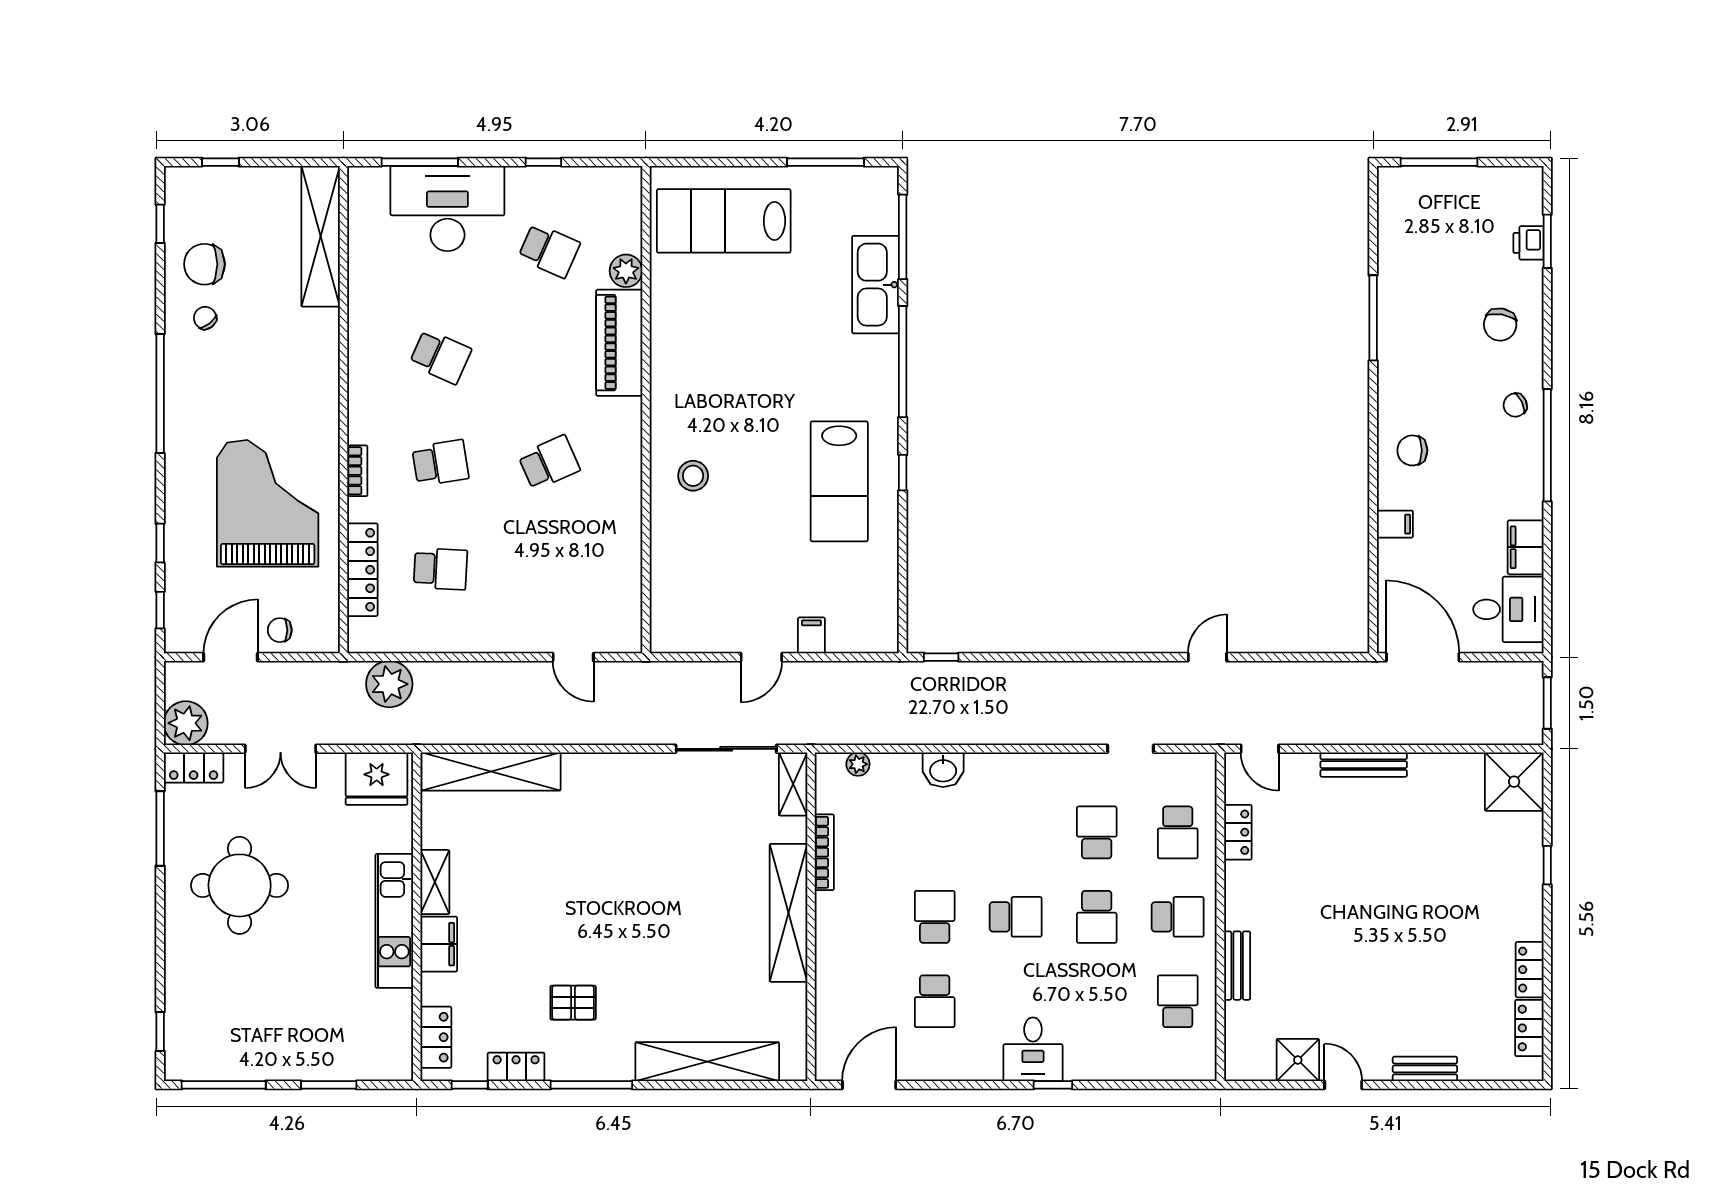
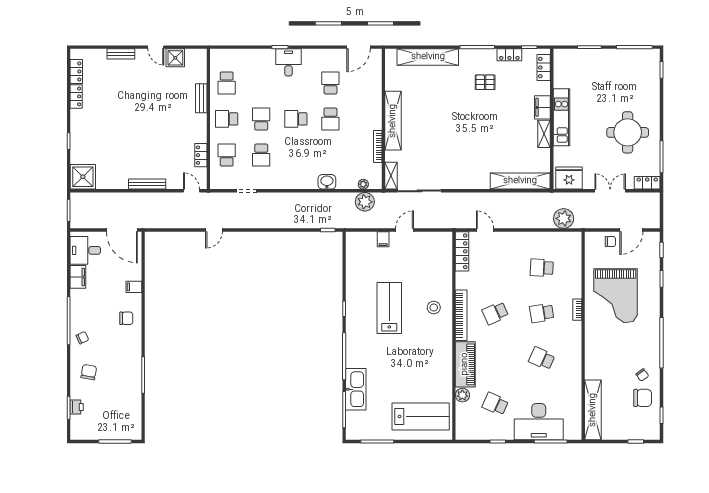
bookcase: (629, 458) -> (461, 315), added
lab bench: (839, 481) -> (389, 308), moved
locker: (362, 570) -> (462, 251), moved, turned 180
plant: (186, 723) -> (365, 202), moved

